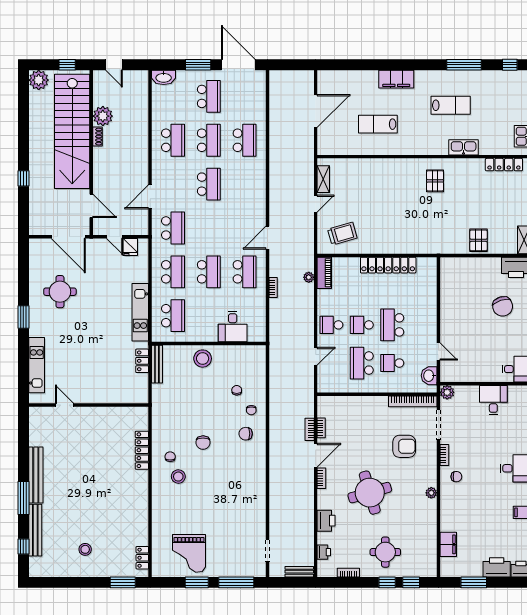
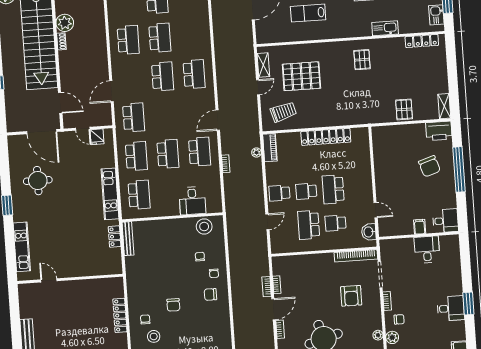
school desk: (245, 140) -> (194, 74), moved
pallet: (365, 195) -> (301, 76), added
stool: (203, 359) -> (204, 227), moved
filing cabinet: (487, 374) -> (420, 227), added
plant: (447, 392) -> (392, 337), moved
armchair: (404, 446) -> (351, 296), turned 90

